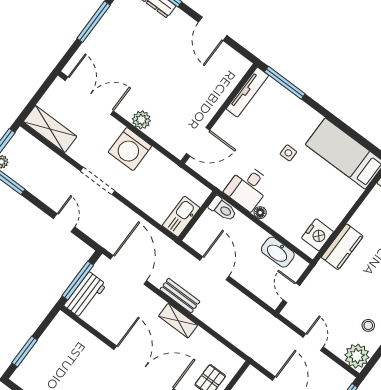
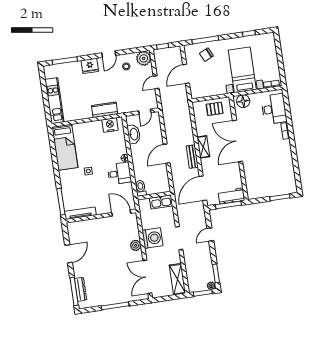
toilet: (223, 209) -> (141, 188), moved
wall: (197, 216) -> (154, 196), moved
kitchen sink: (181, 217) -> (161, 202), moved

